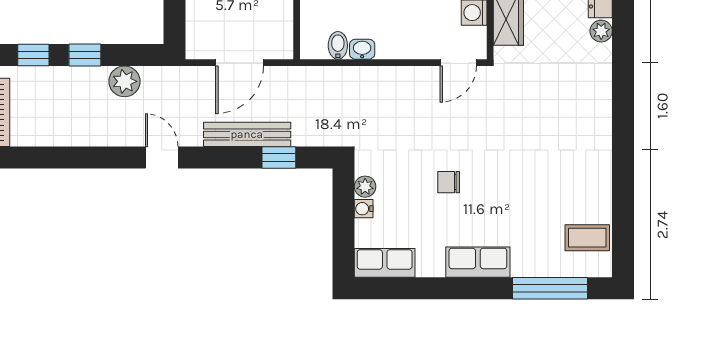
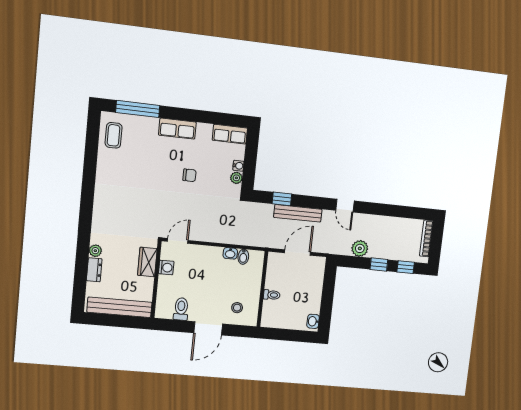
coffee table: (587, 238) -> (114, 135), turned 90

